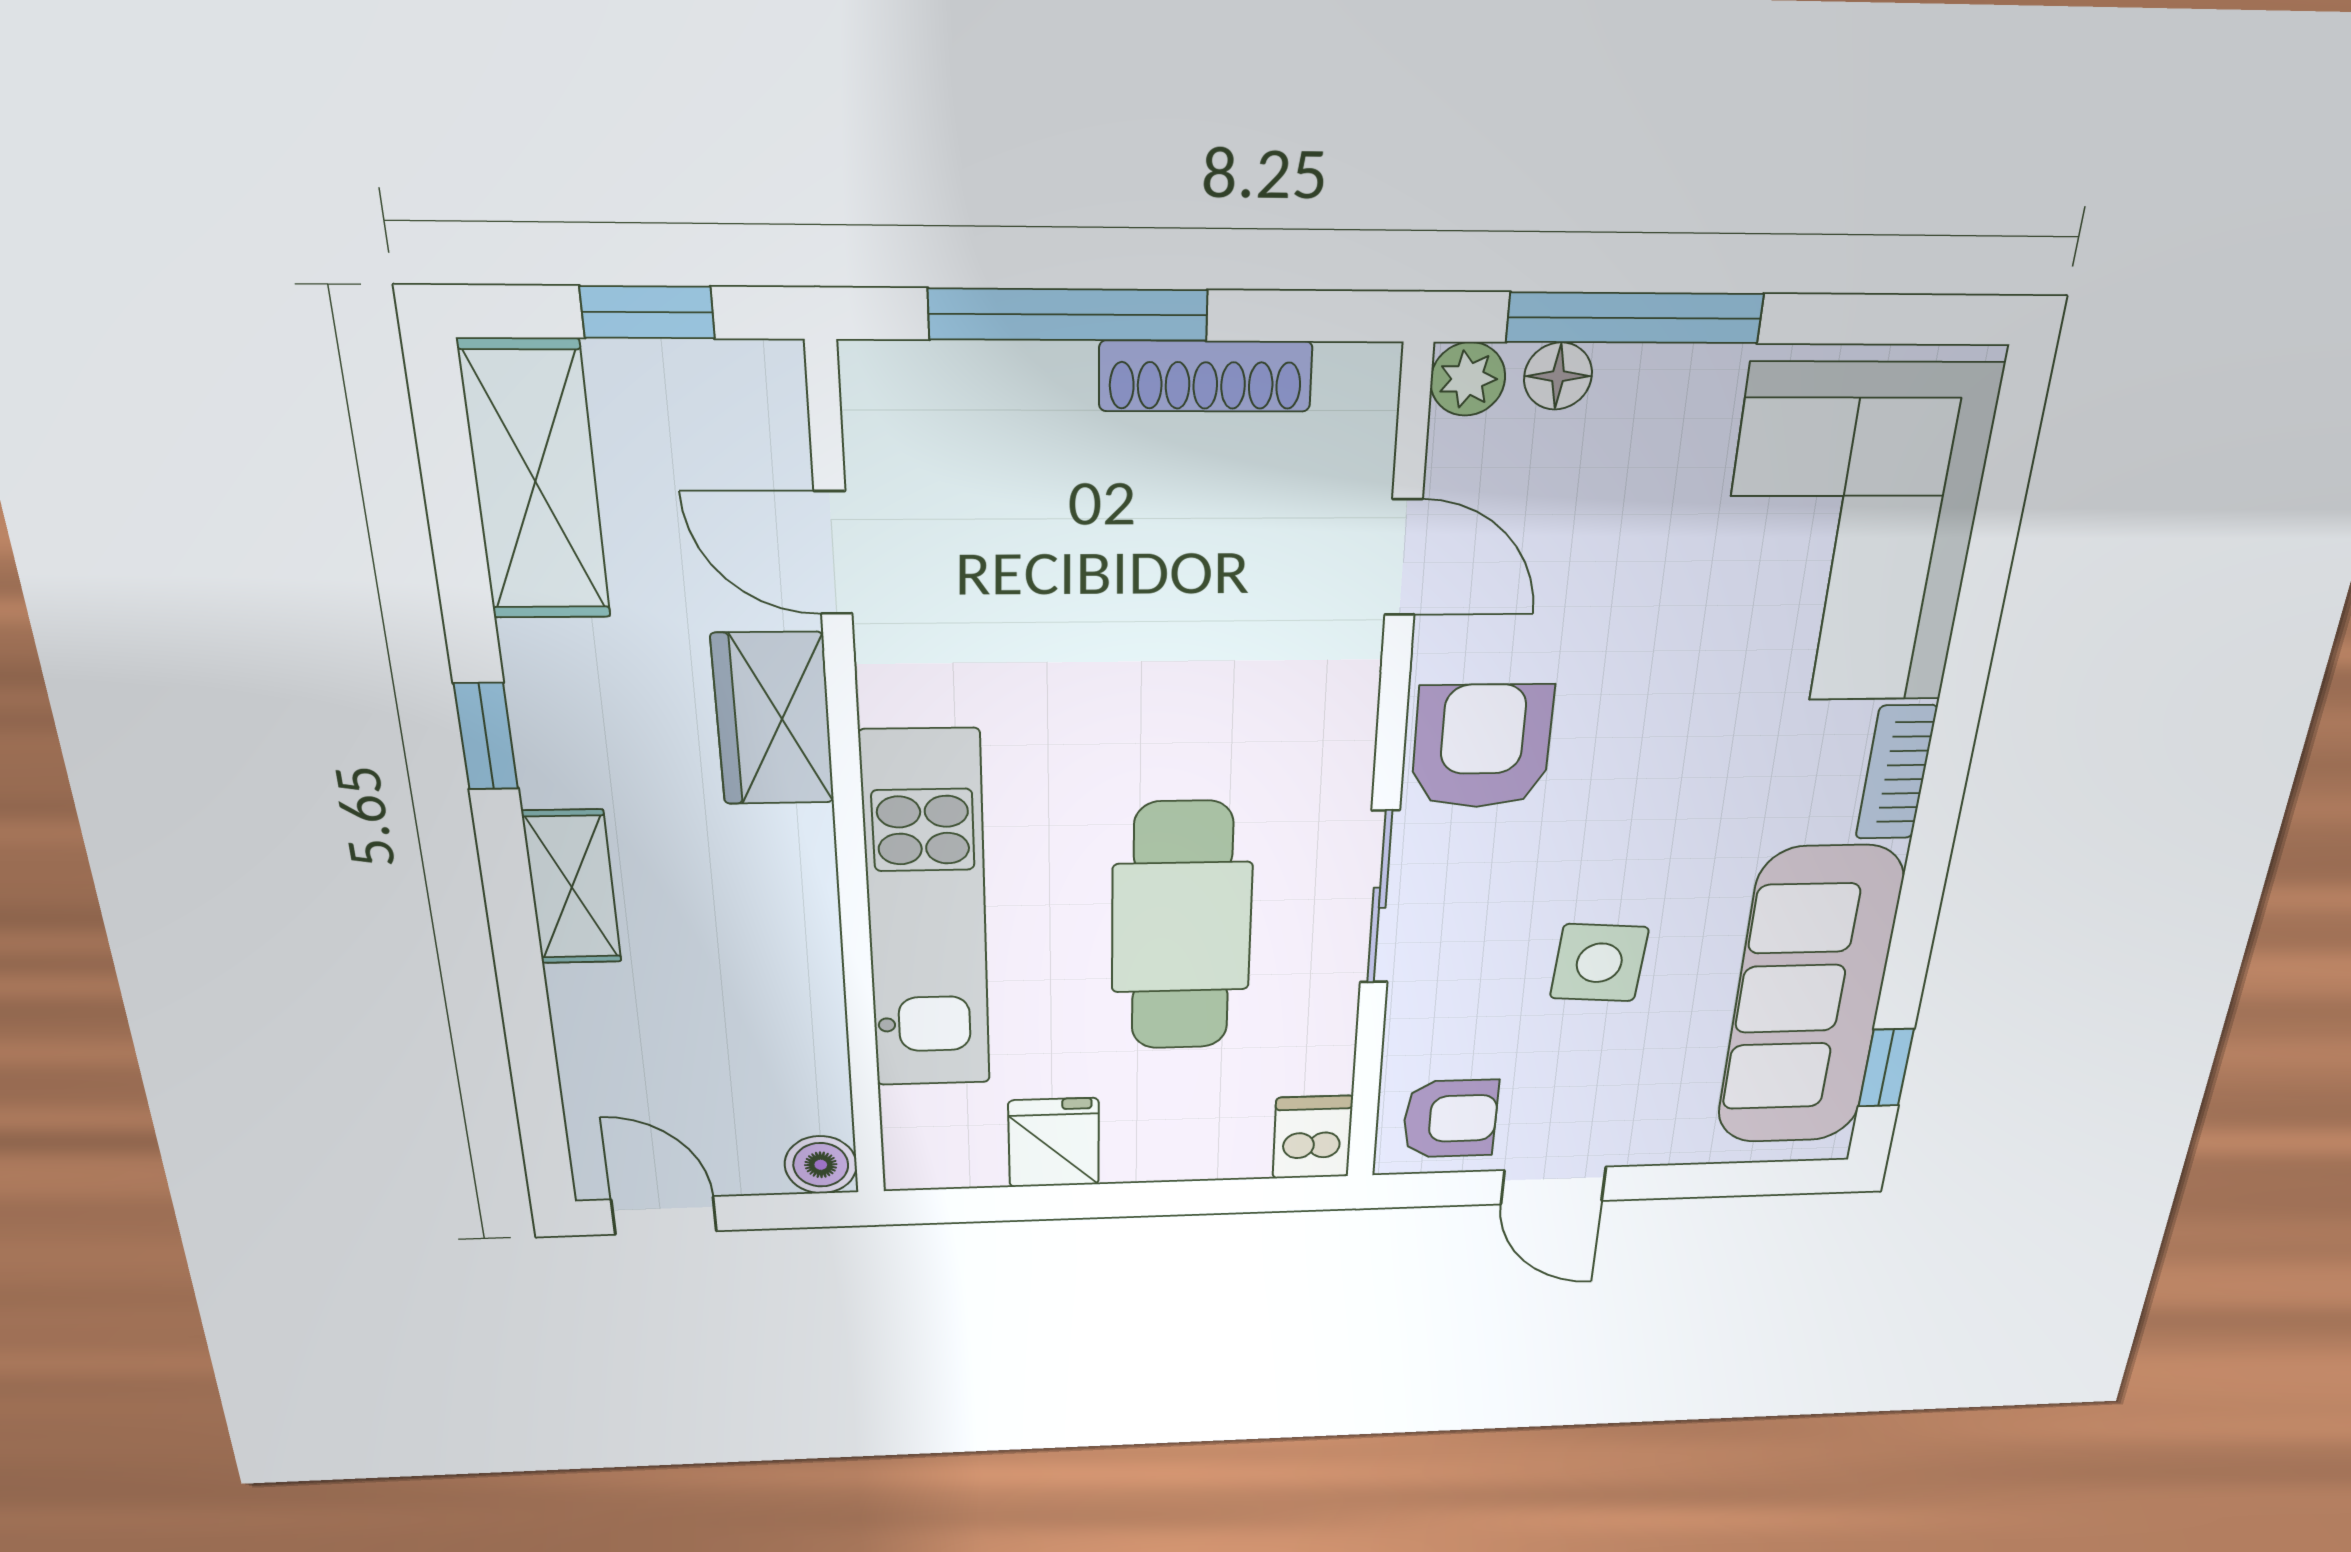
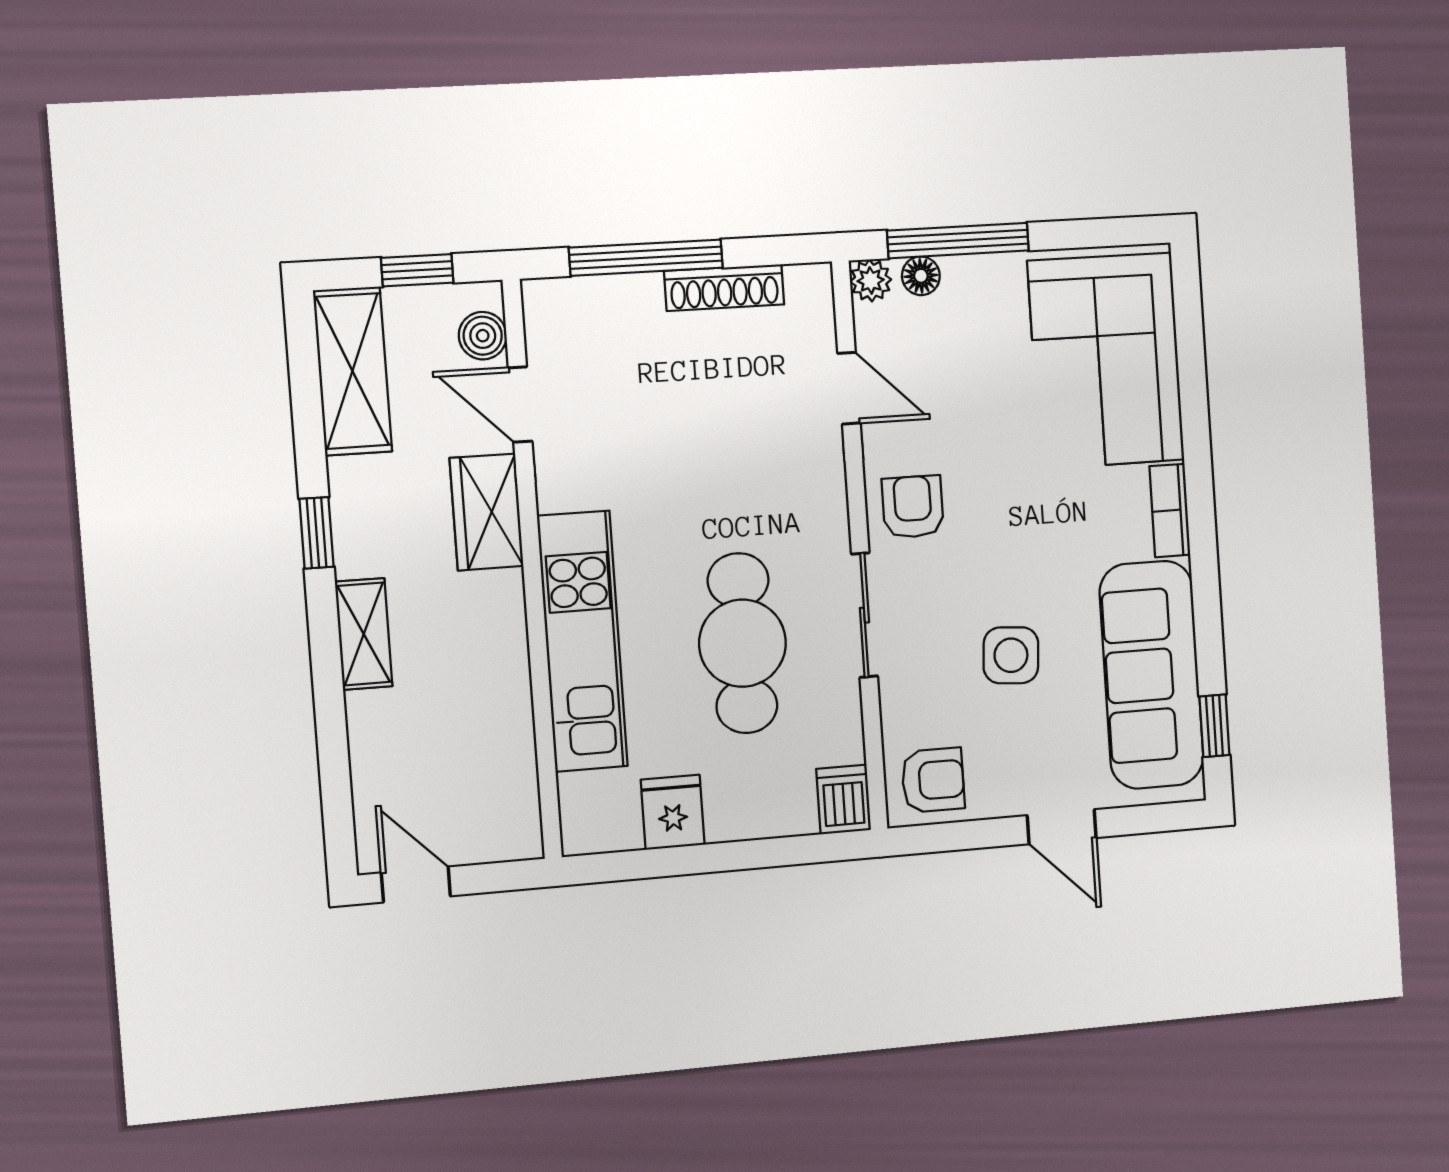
armchair: (1482, 747) -> (913, 507), width x0.72, depth x0.72
boiler: (821, 1165) -> (483, 336), moved
door: (1553, 1186) -> (1062, 827), moved

